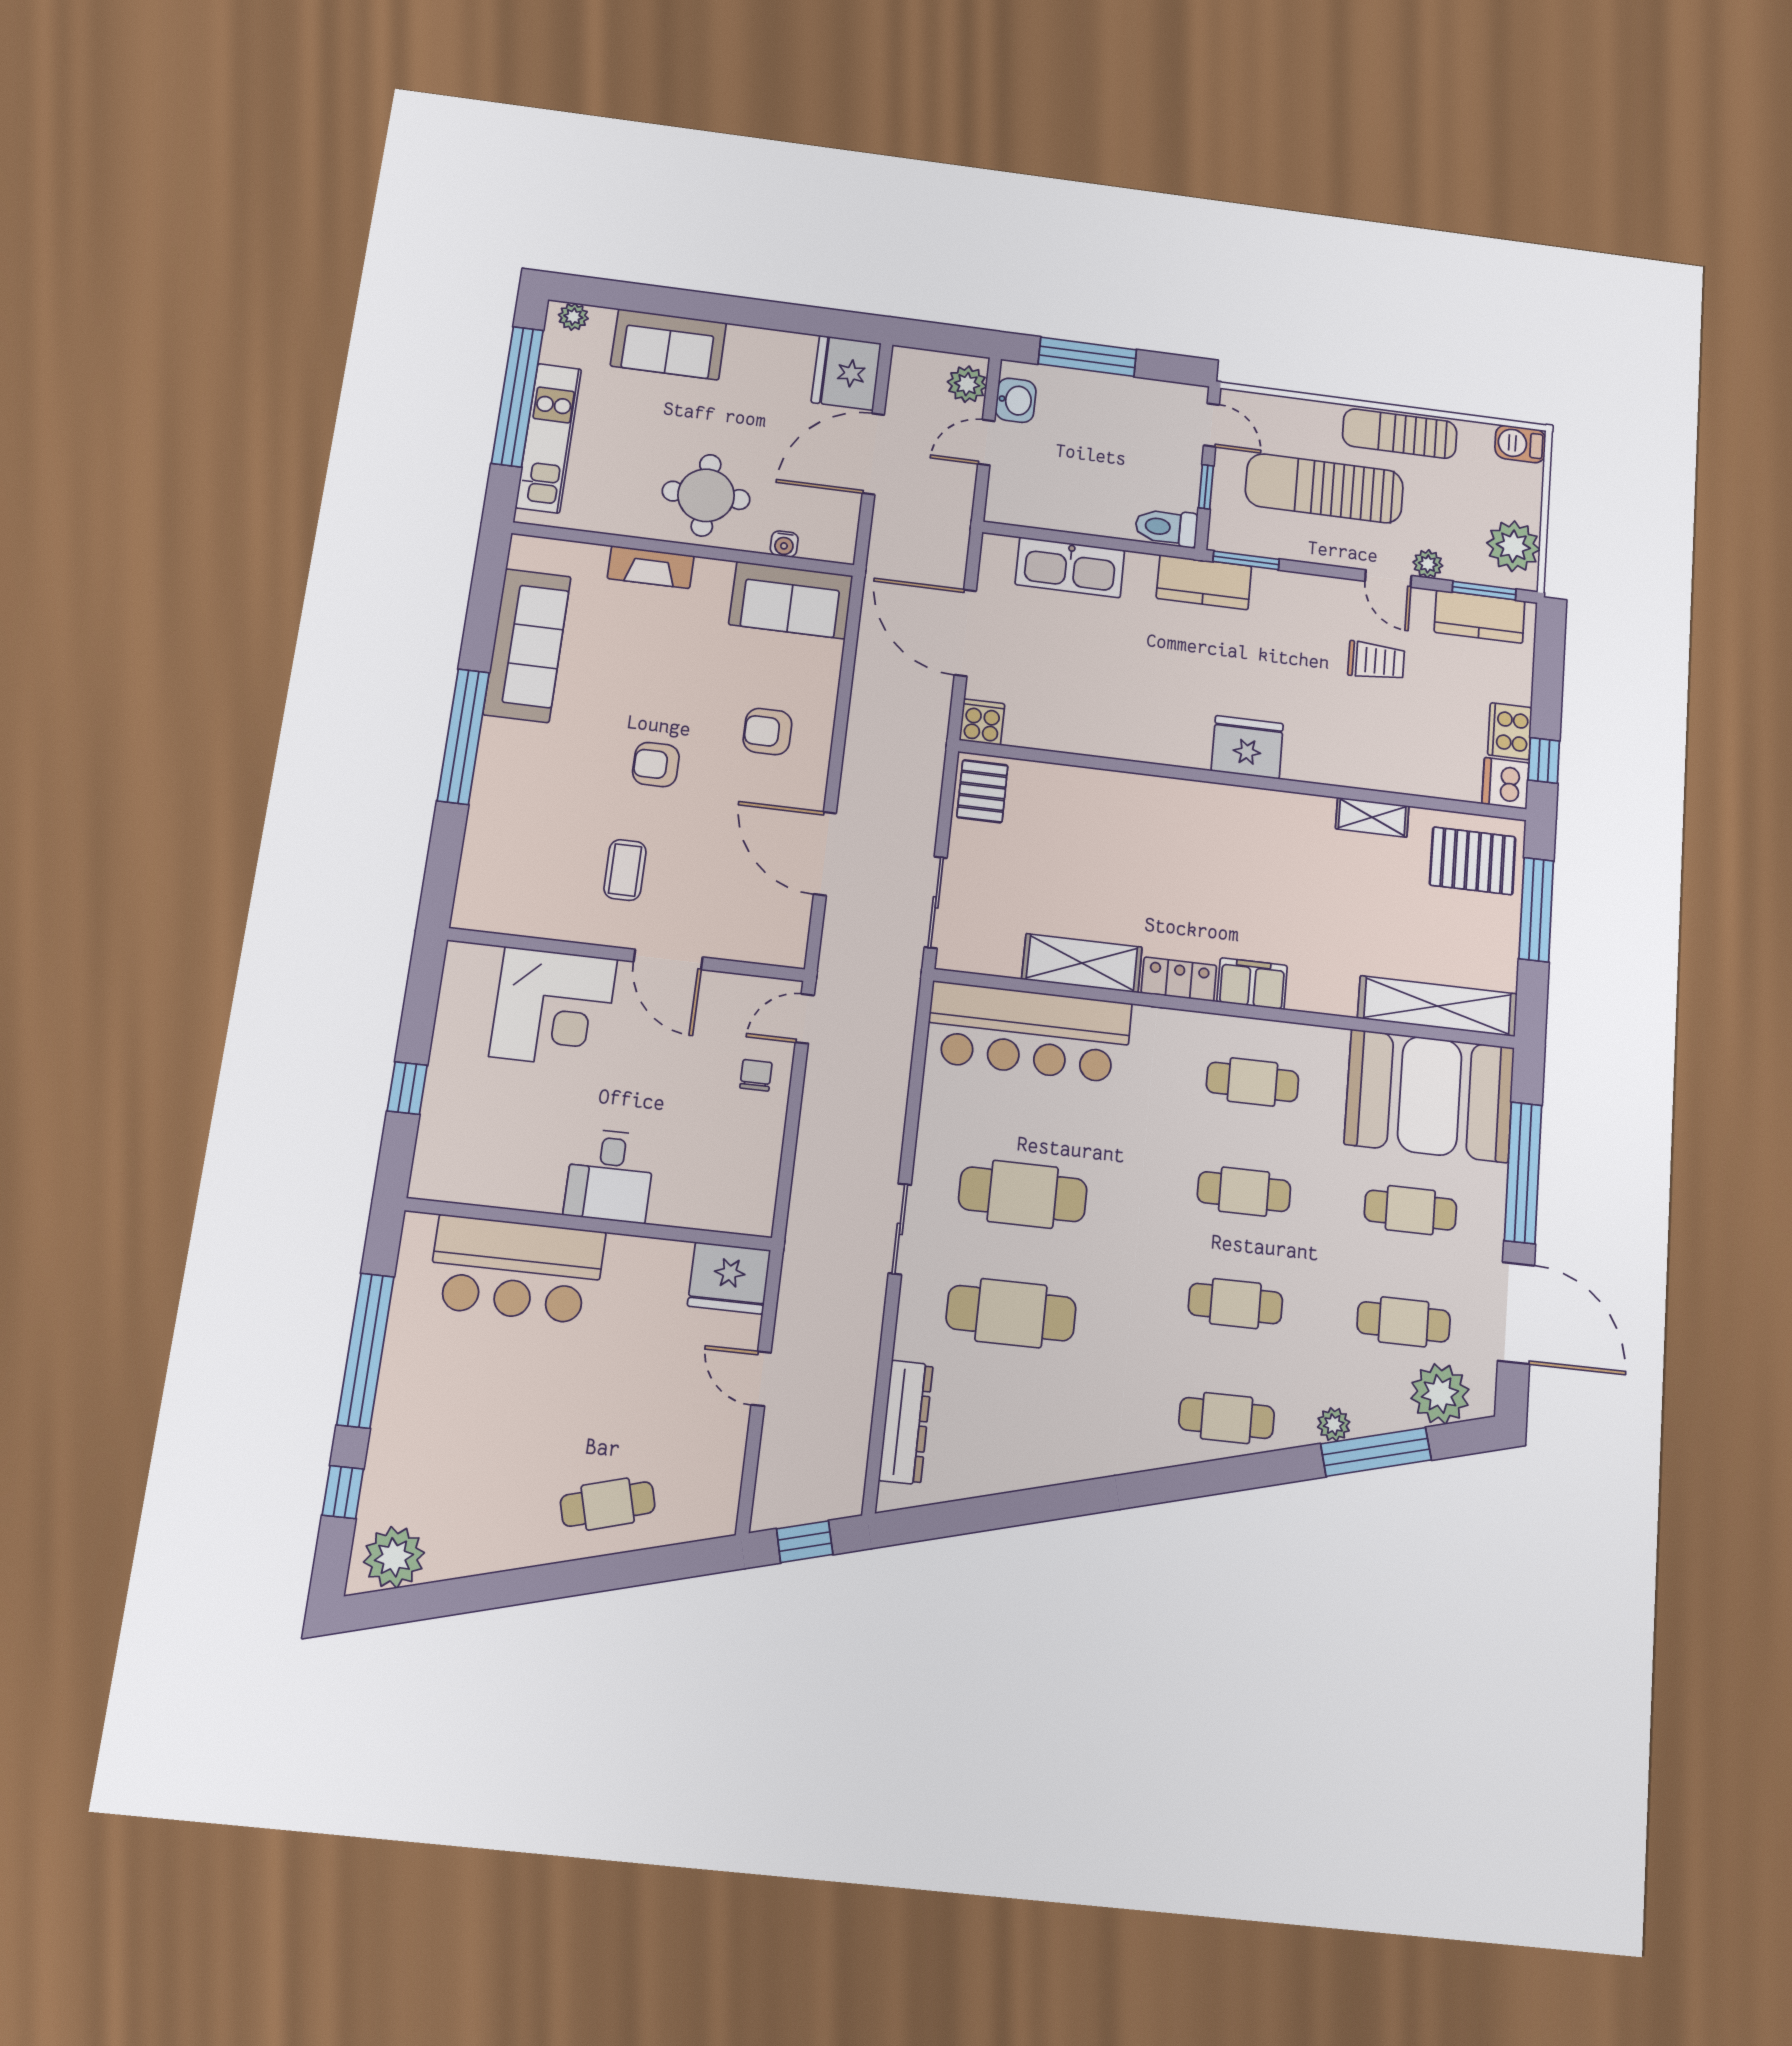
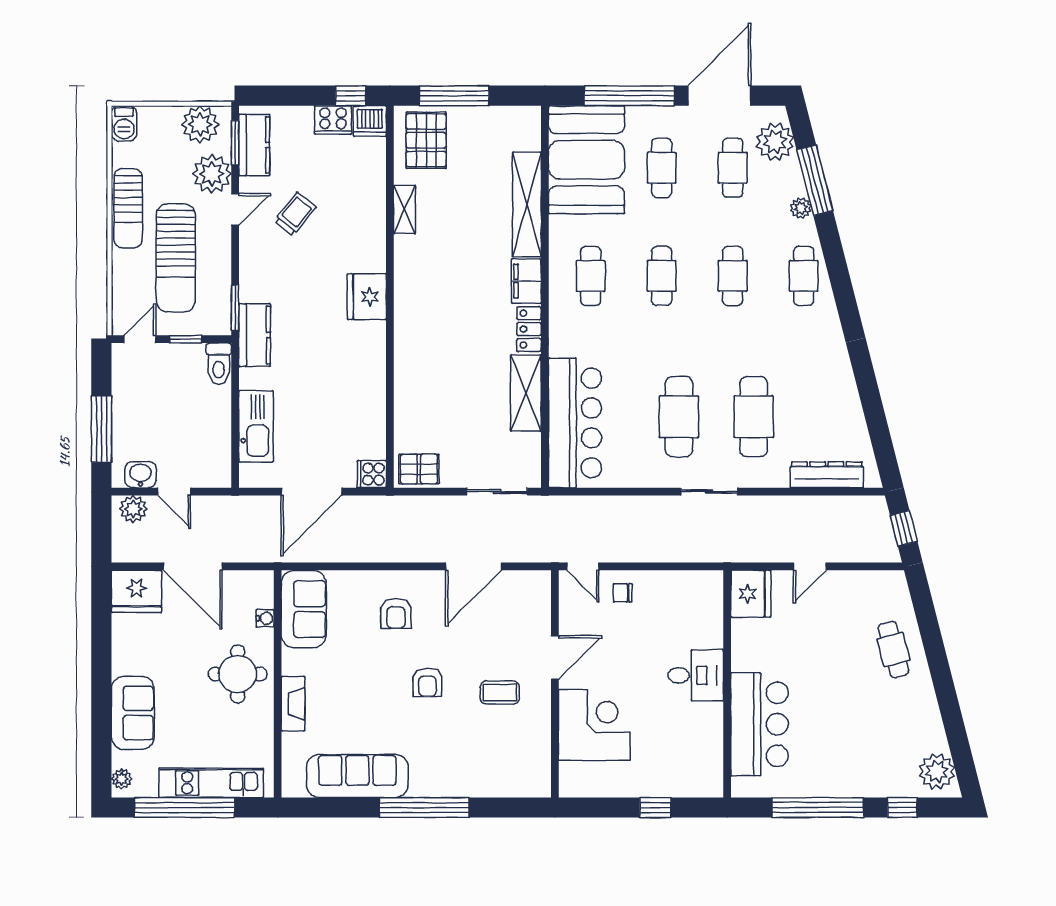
plant: (1428, 564) -> (212, 174), width x1.87, depth x1.87
trolley: (1376, 661) -> (295, 214), turned 39
shelving: (1438, 1006) -> (527, 205), moved

